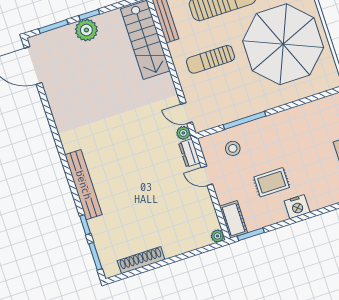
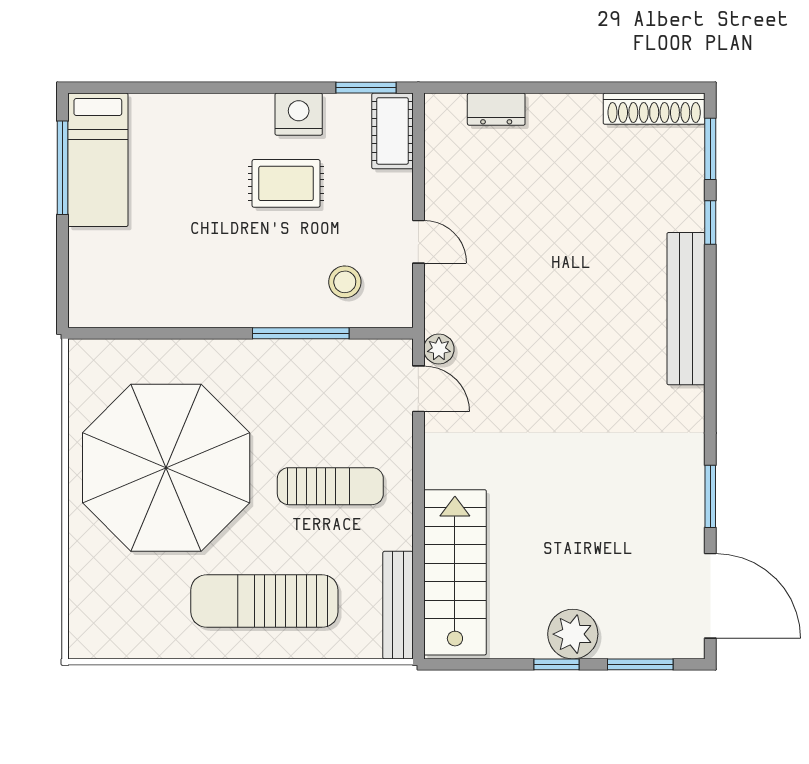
window: (47, 108) -> (710, 496), added
dresser: (189, 153) -> (496, 109), moved, turned 90
nightstand: (297, 207) -> (299, 114), moved
plant: (217, 236) -> (438, 107), removed
shoe rack: (141, 260) -> (654, 109), moved

